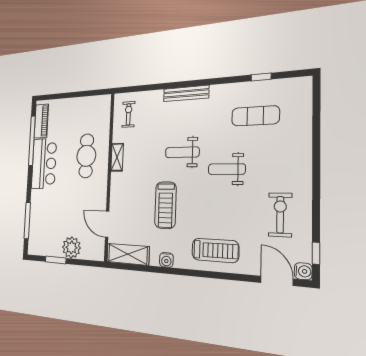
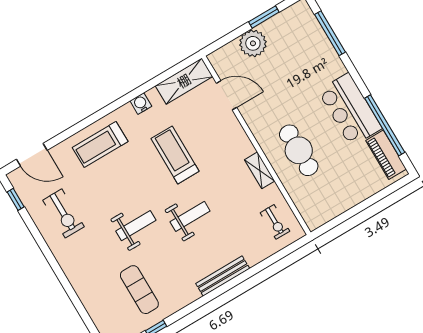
exercise mat: (255, 116) -> (139, 290), turned 90
water cooler: (303, 271) -> (16, 178), removed

